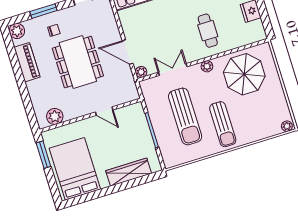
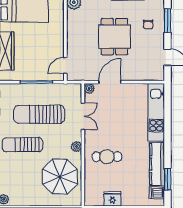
dining table: (78, 62) -> (114, 37), width x0.73
door: (104, 111) -> (65, 65), moved

